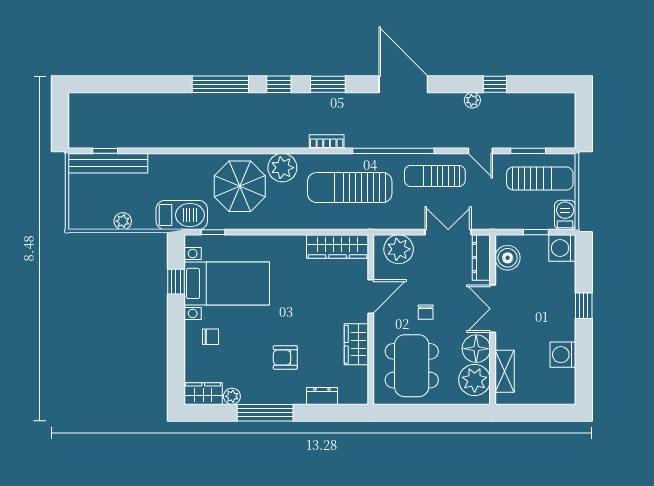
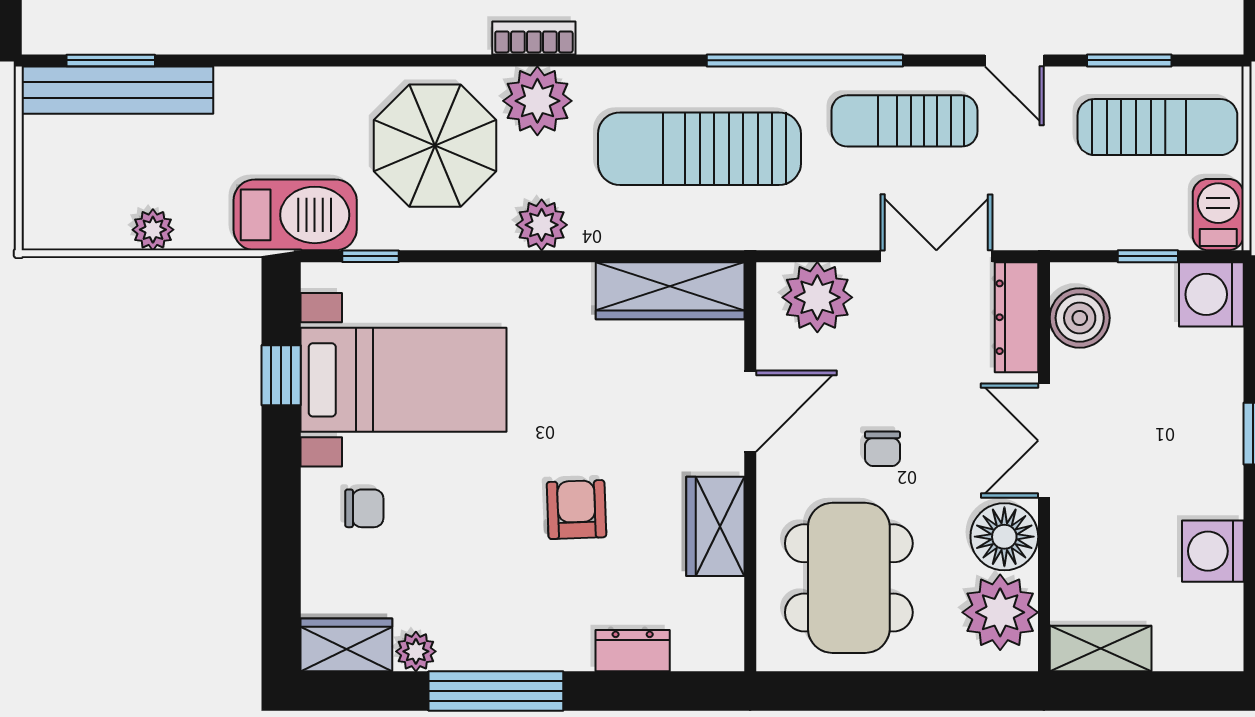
bookcase: (327, 142) -> (534, 38), moved
window: (105, 151) -> (111, 60), width x1.50
plant: (284, 219) -> (542, 225), added
armchair: (285, 358) -> (576, 510), moved, turned 88
shelving: (505, 371) -> (1101, 649), moved, turned 90

